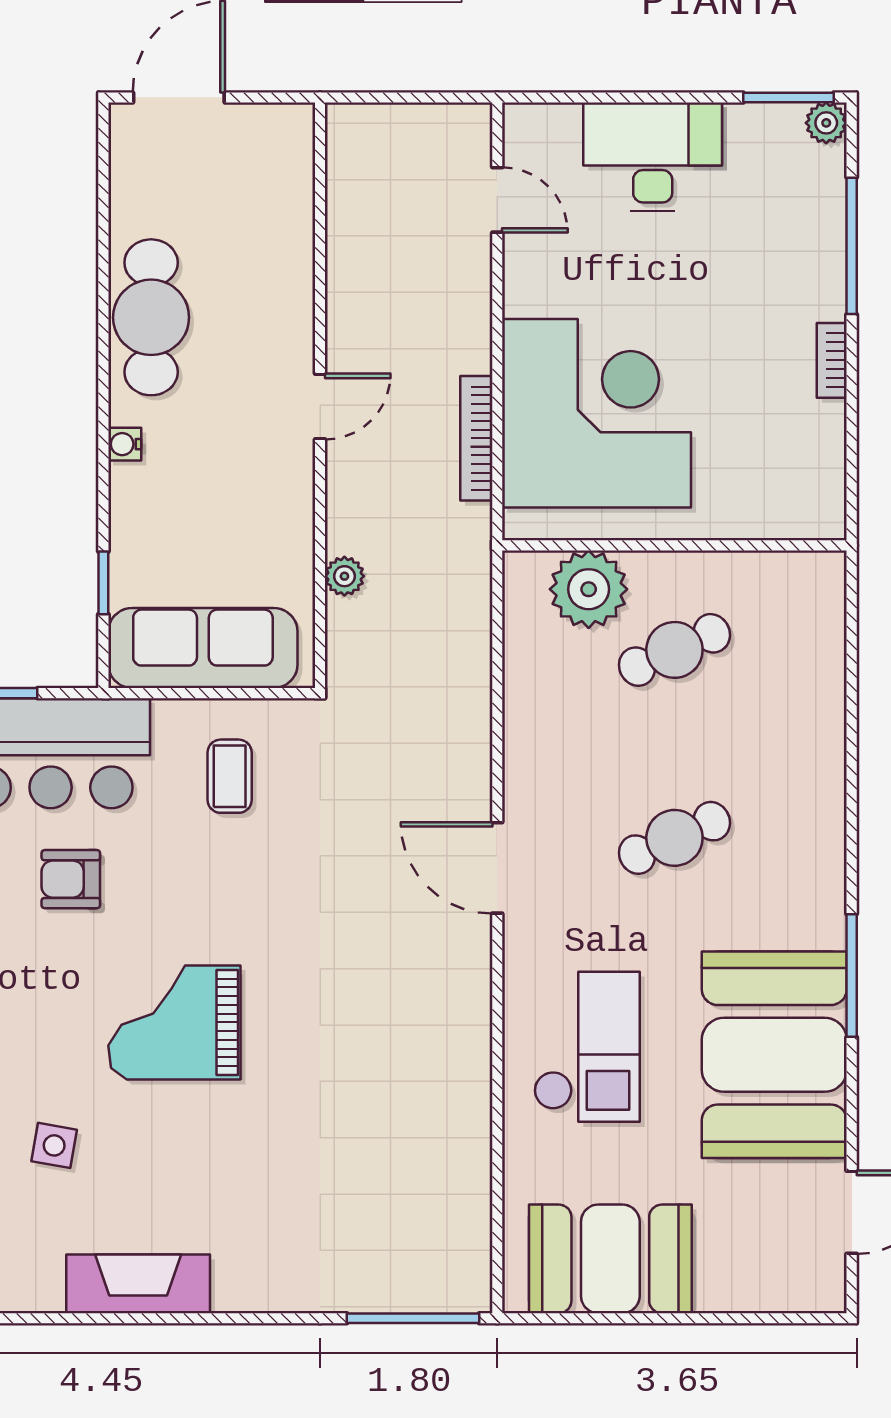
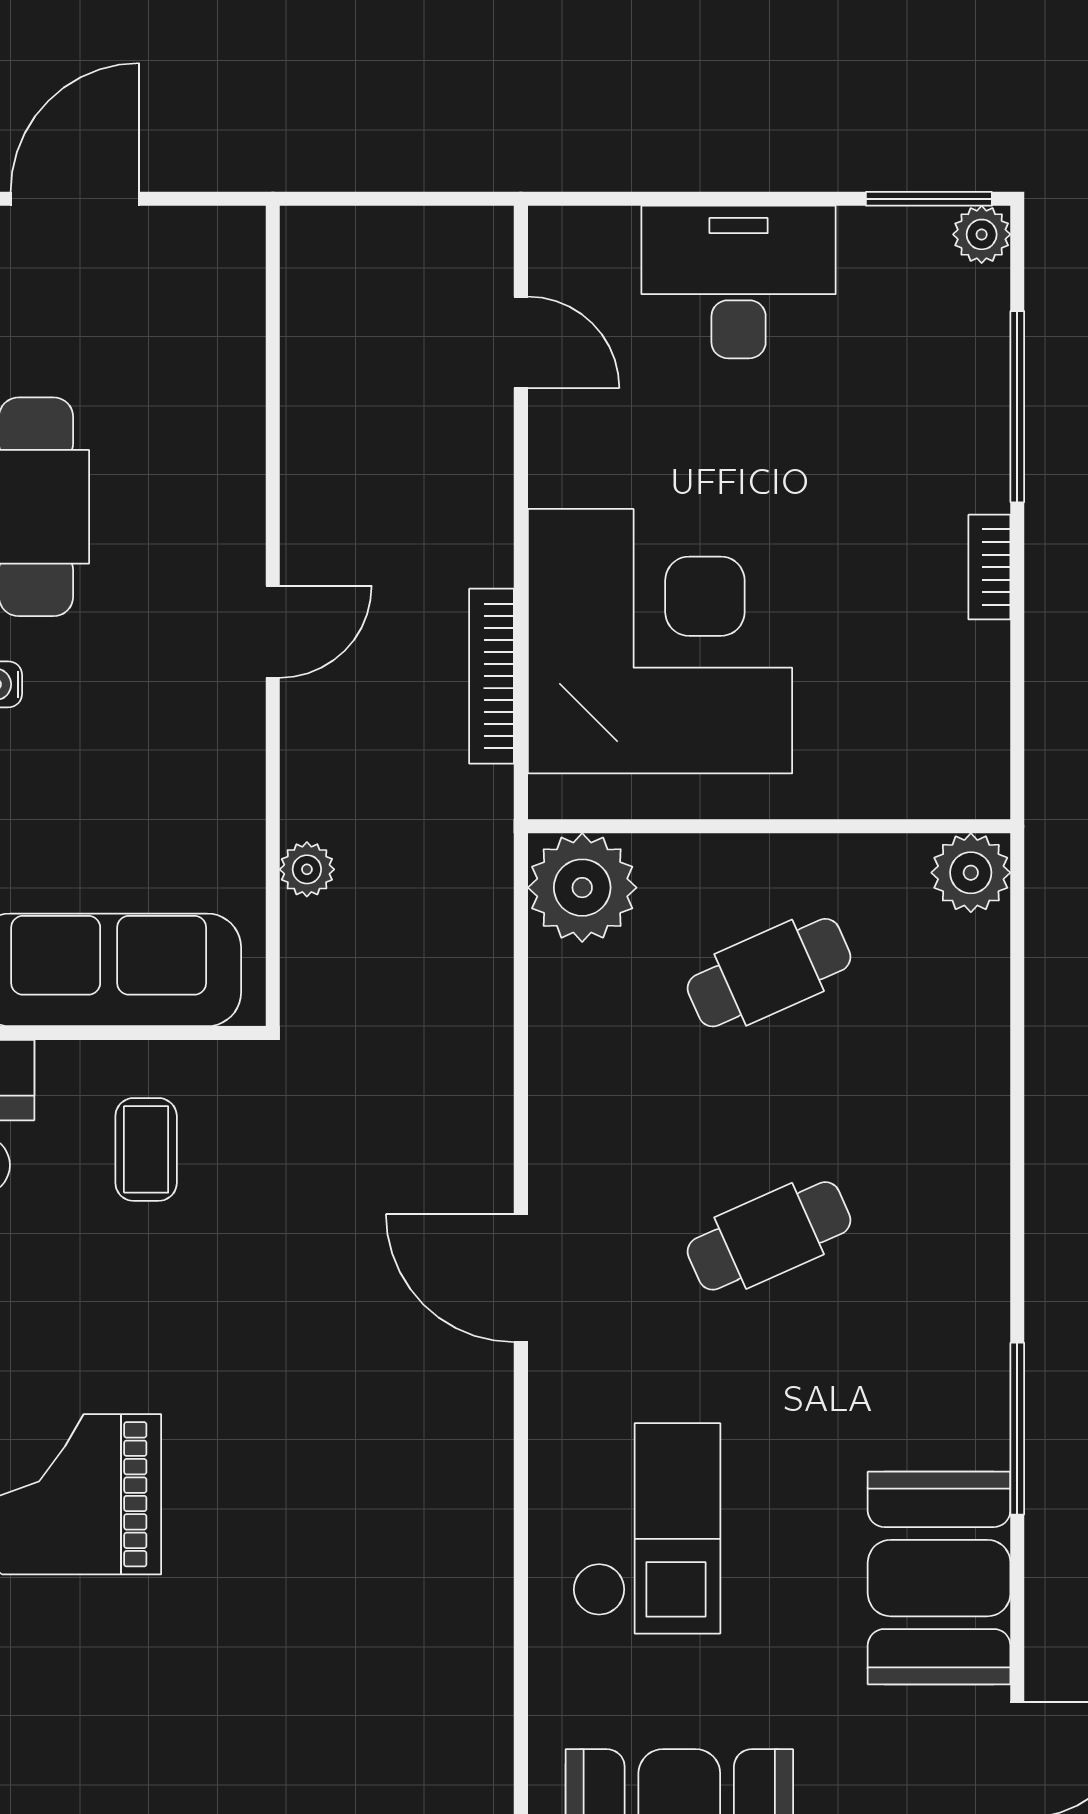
plant: (818, 579) -> (971, 873), added
plant: (589, 589) -> (582, 888), moved
booth: (774, 1055) -> (939, 1578), width x0.73, depth x0.70

